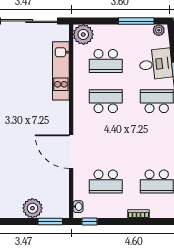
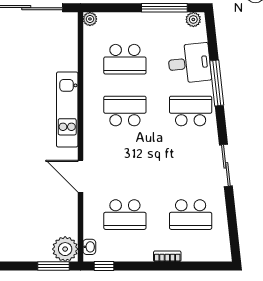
plant: (83, 34) -> (90, 19), width x0.53, depth x0.53
kitchen unit: (61, 71) -> (67, 109), moved
door: (71, 152) -> (80, 176), width x0.73
plant: (32, 208) -> (65, 249), moved

